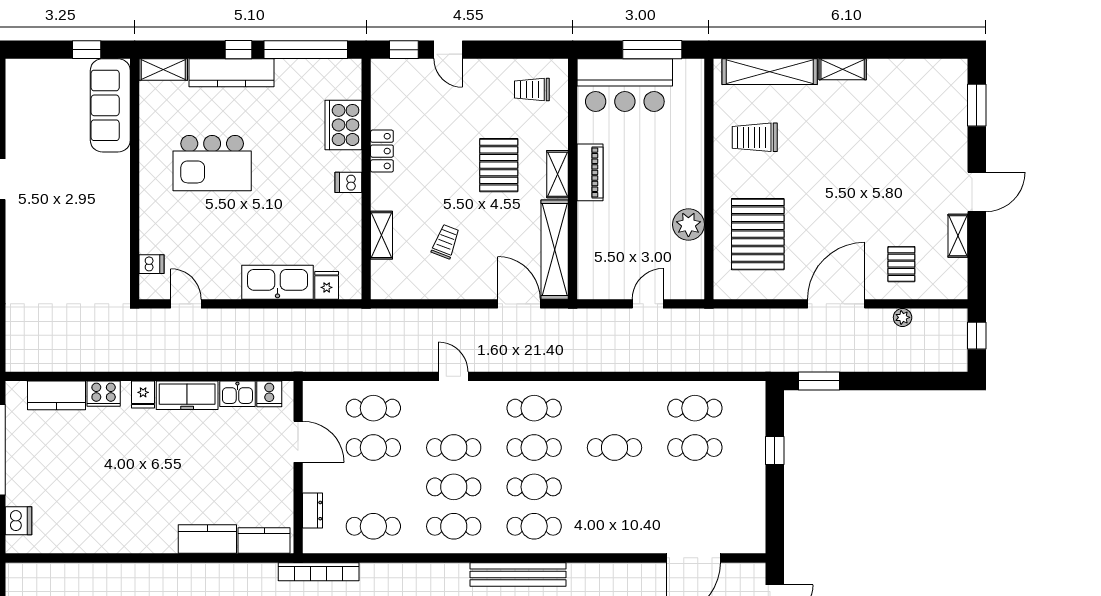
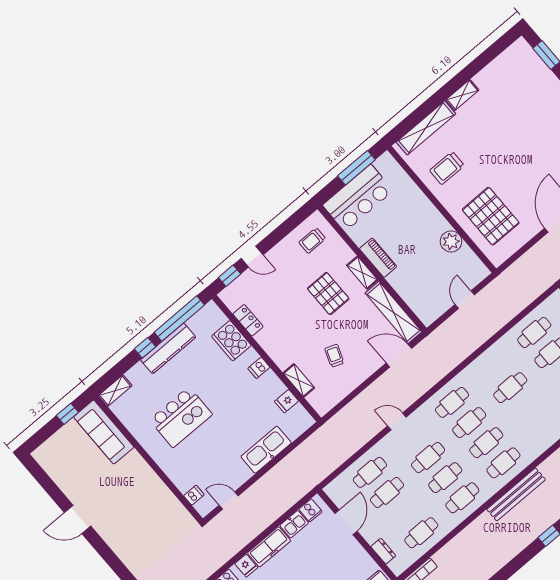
kitchen counter: (232, 73) -> (168, 348), moved
locker: (382, 151) -> (248, 320), moved
fridge: (327, 285) -> (287, 401), moved, turned -90
door: (298, 442) -> (346, 522), hinge flipped

